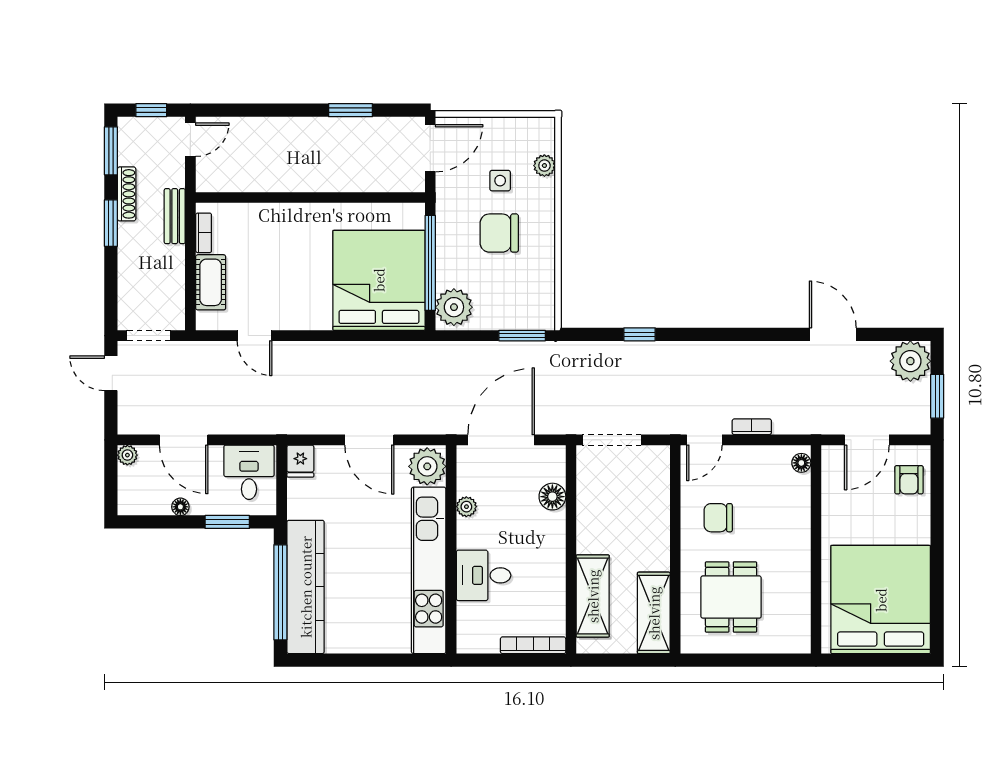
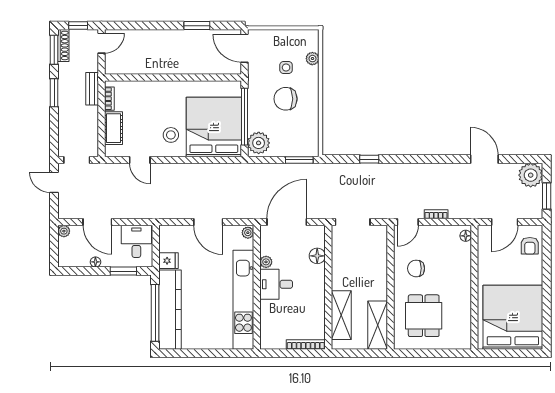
door: (430, 148) -> (244, 48), swing flipped
shoe rack: (127, 194) -> (63, 45), moved
stool: (307, 294) -> (171, 135), added
fridge: (300, 461) -> (169, 261), moved, turned -90
plant: (427, 466) -> (248, 233), width x0.53, depth x0.53
desk: (484, 575) -> (276, 284), moved

